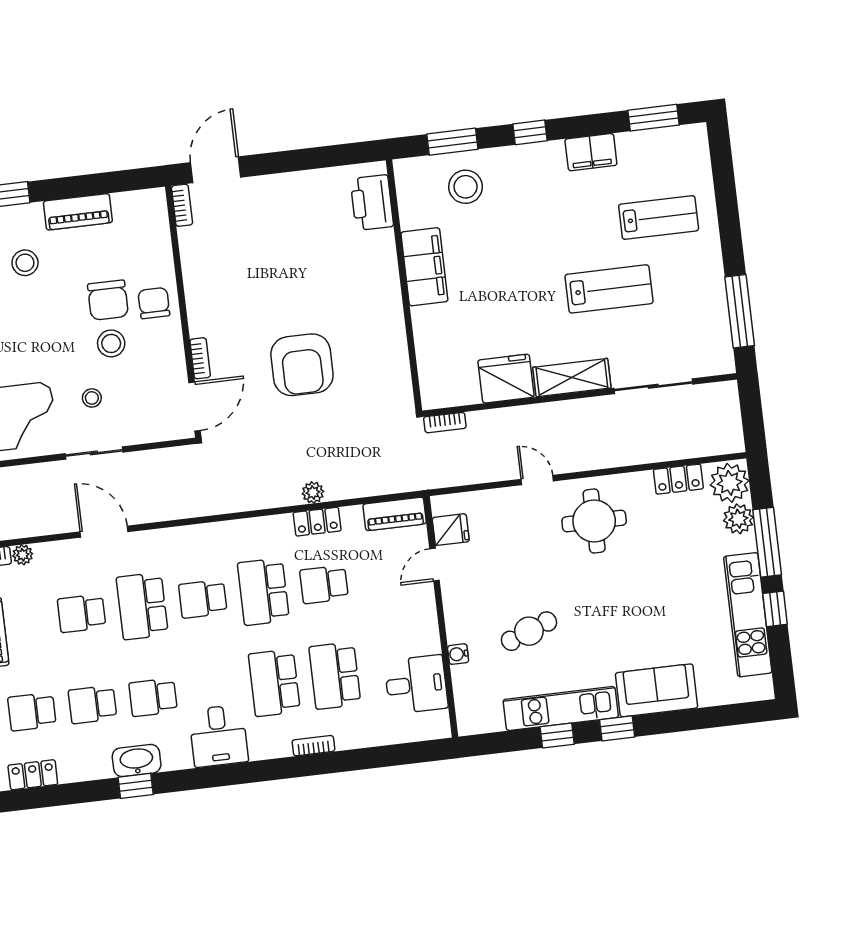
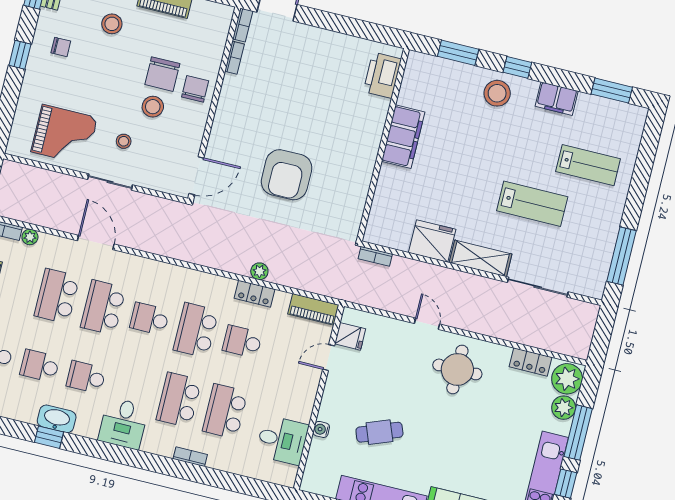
stool: (466, 187) -> (497, 93), moved
bookcase: (200, 358) -> (235, 58), moved
school desk: (82, 613) -> (57, 296), width x1.85

